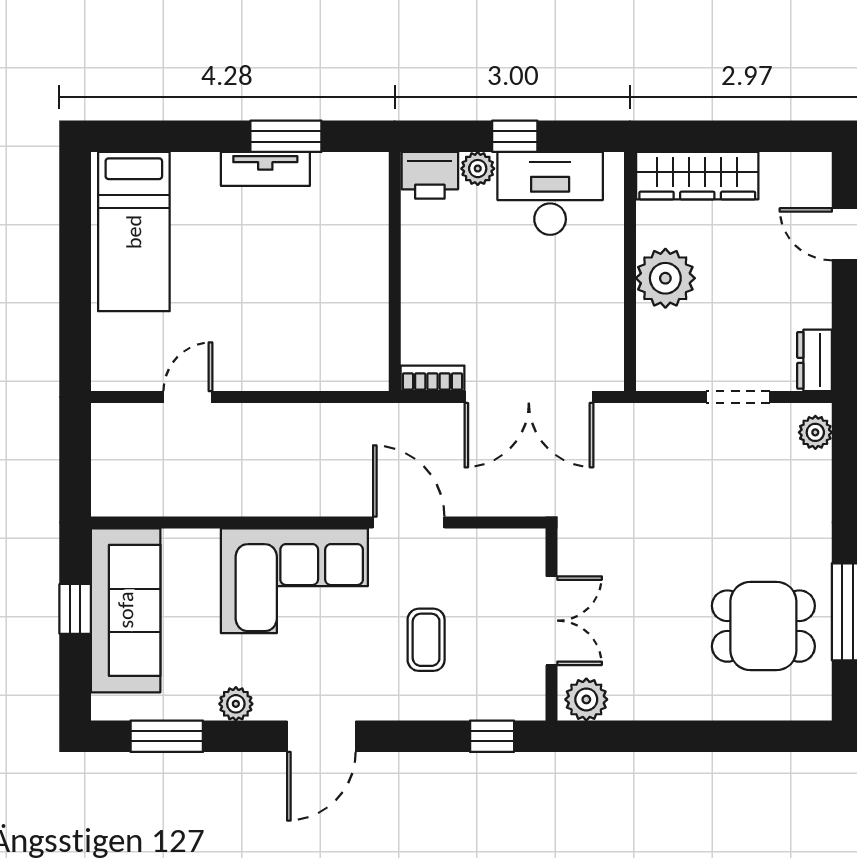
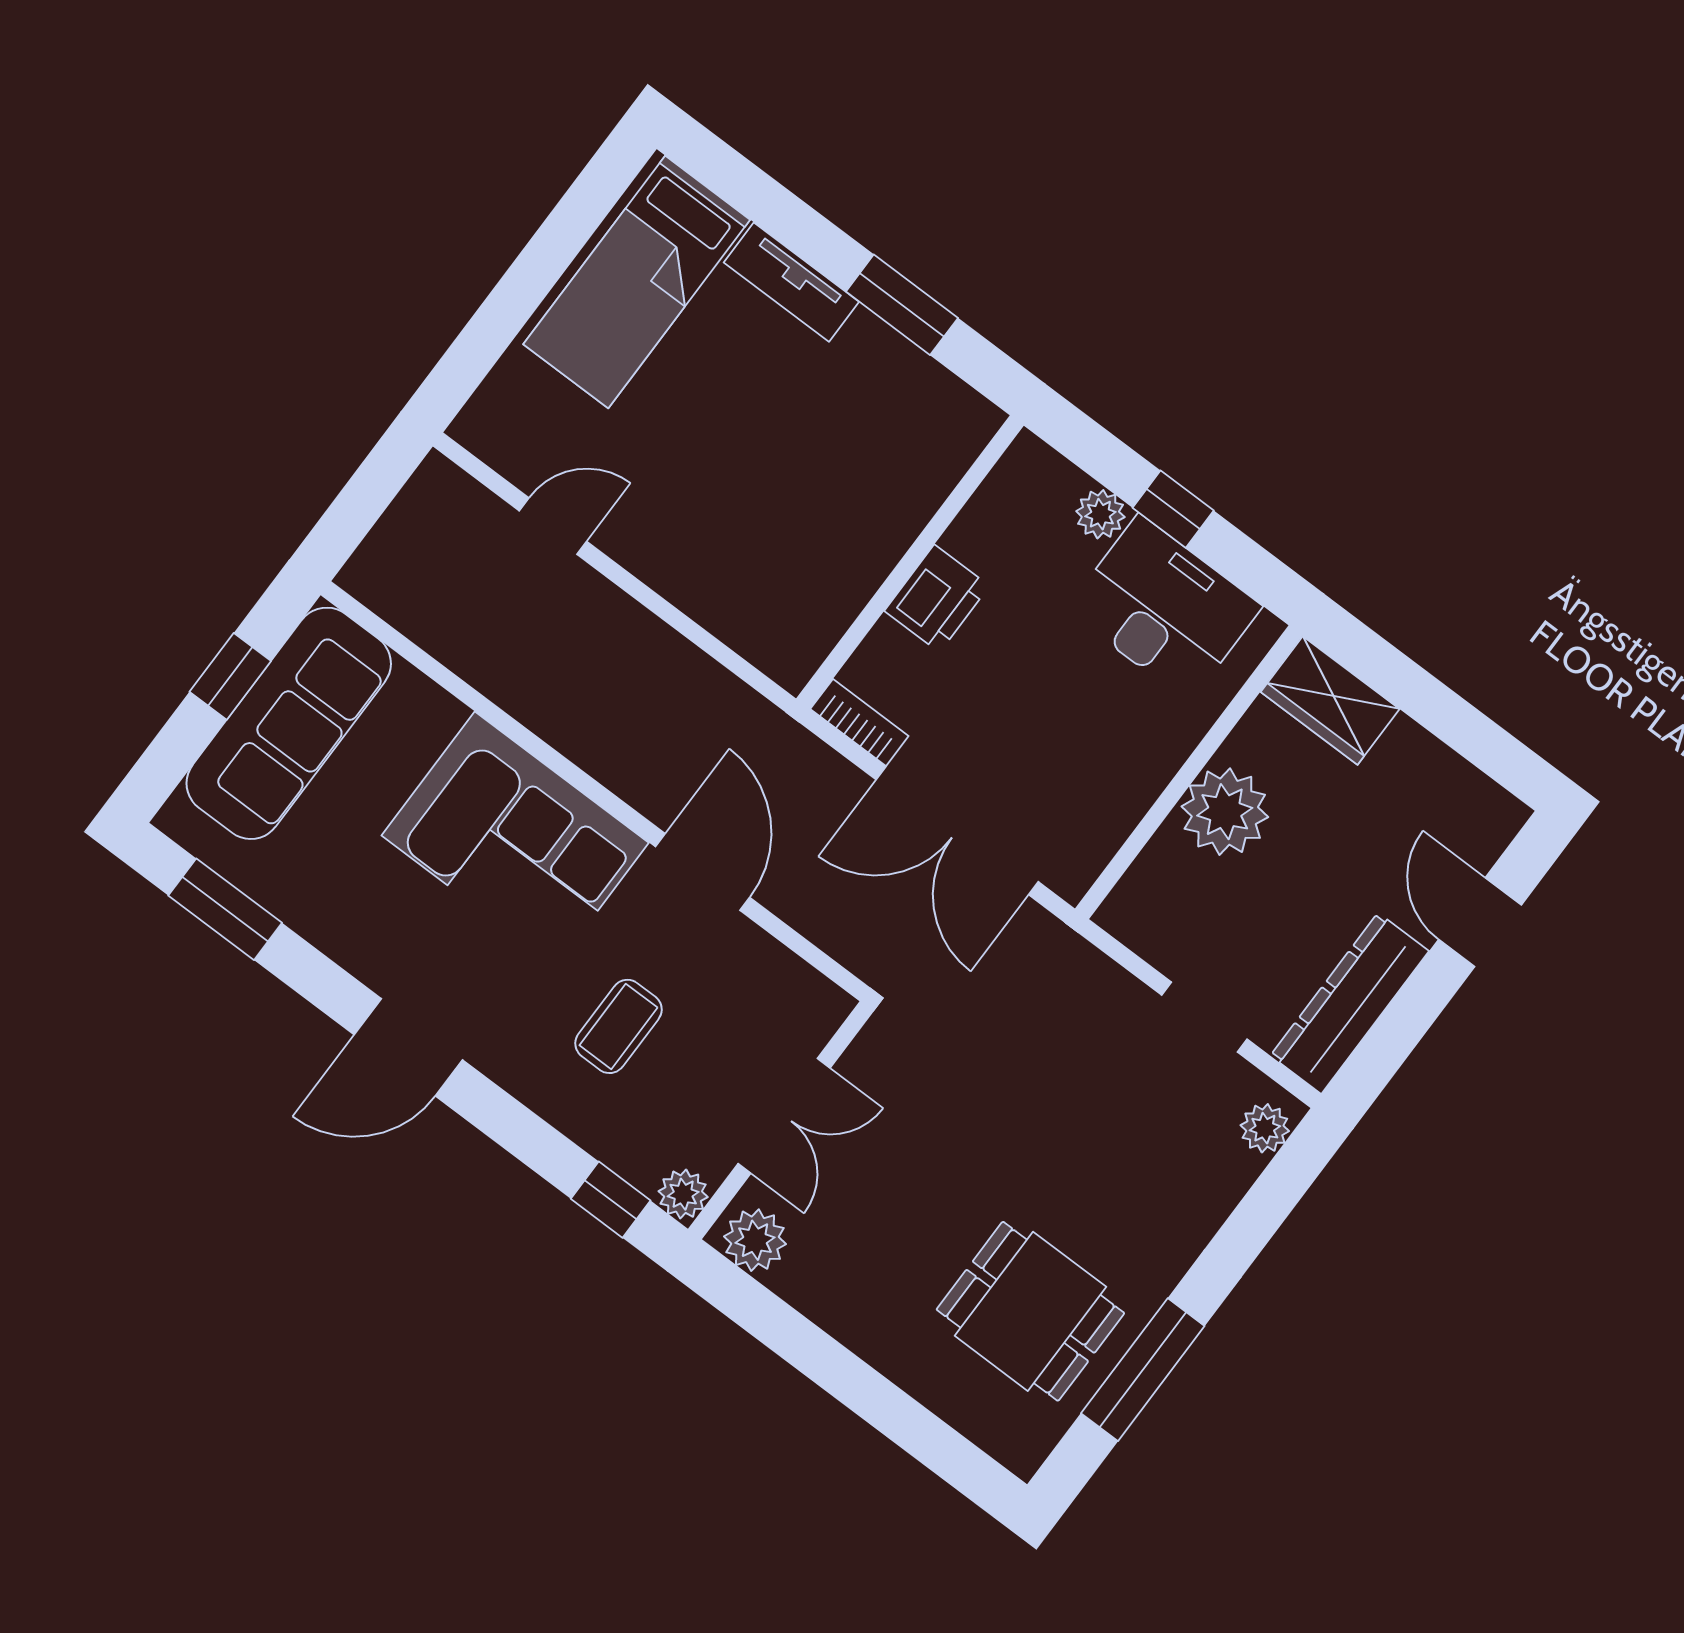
tv unit: (265, 169) -> (791, 282), moved
printer: (430, 175) -> (937, 598), moved, turned -90
wardrobe: (697, 176) -> (1330, 700), width x0.67
dresser: (815, 360) -> (1350, 1003), width x1.96, depth x1.24
plant: (236, 704) -> (683, 1194), moved

